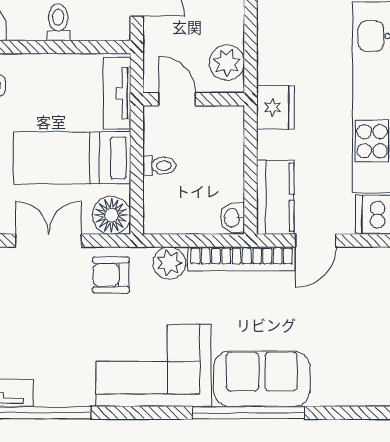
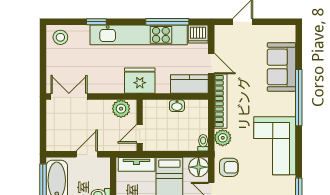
fridge: (276, 107) -> (140, 81), width x1.36, depth x1.34
toilet: (159, 166) -> (203, 143), moved
washbasin: (233, 218) -> (177, 106), moved
armchair: (111, 275) -> (229, 167), turned -90
sofa: (262, 379) -> (281, 67), moved

